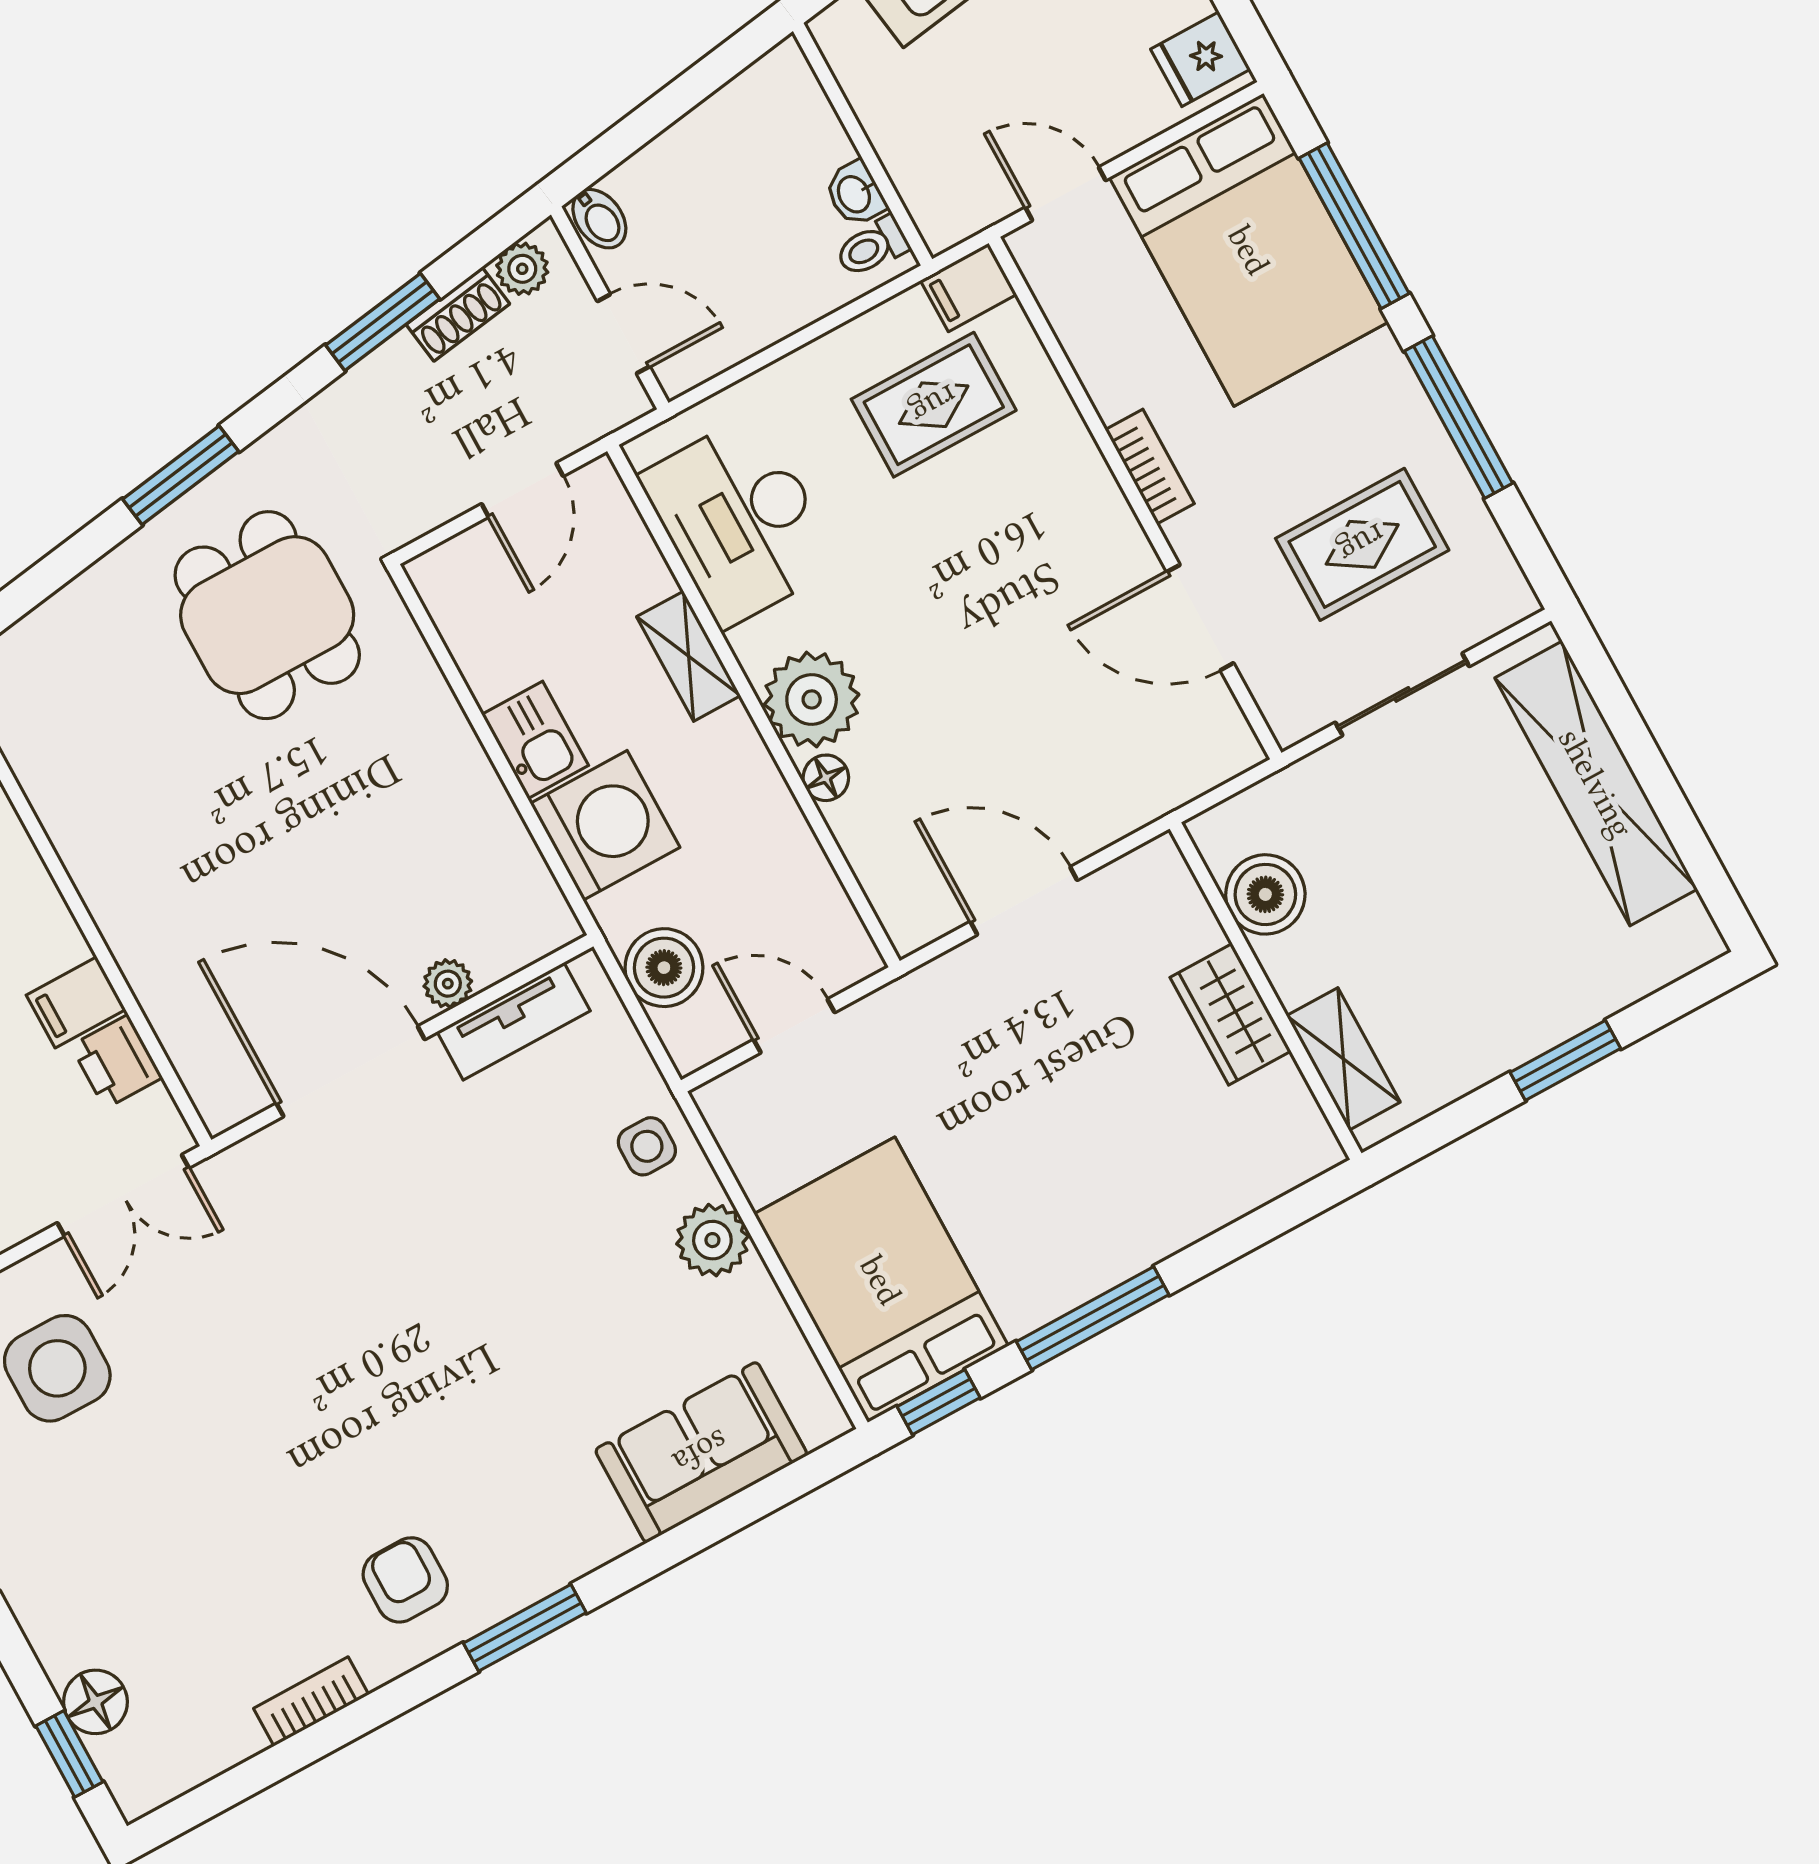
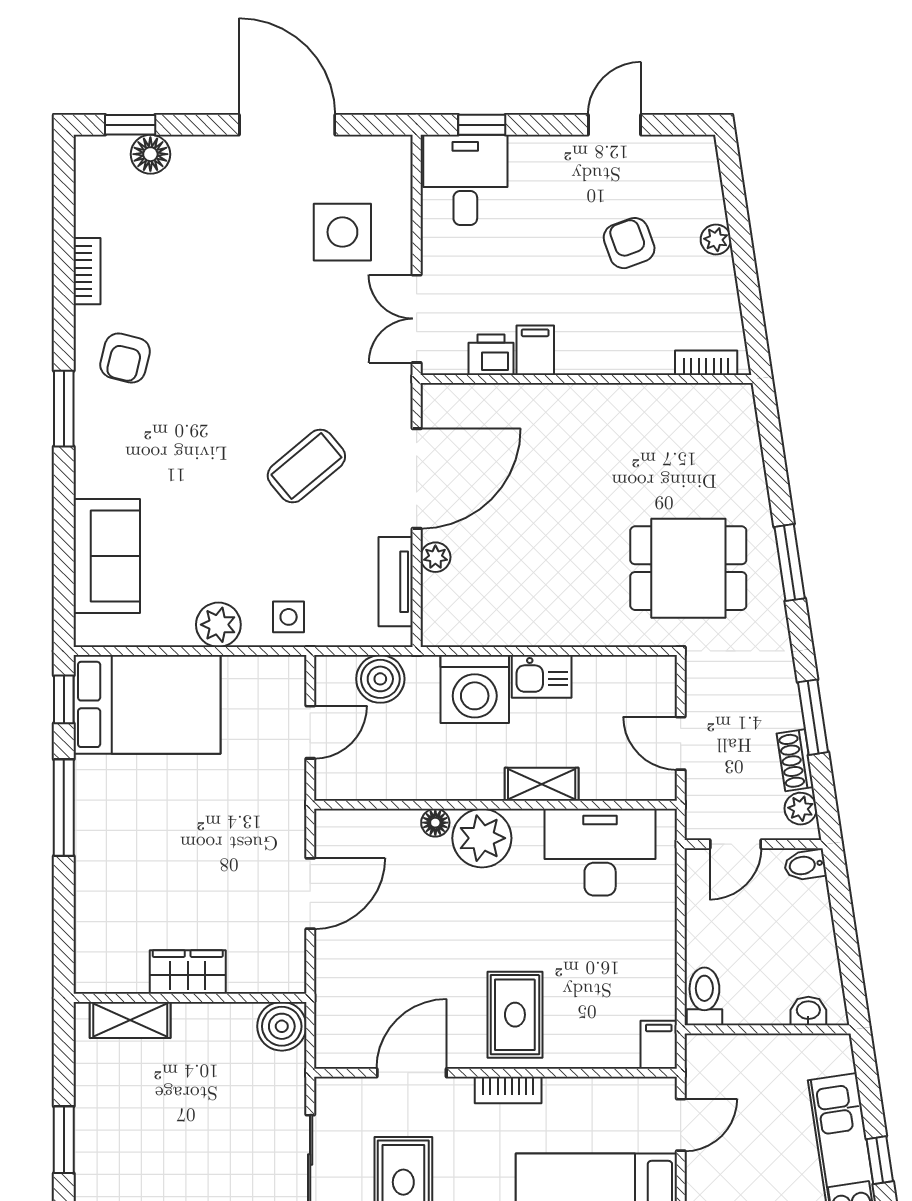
washbasin: (855, 194) -> (808, 1011), moved
toilet: (872, 247) -> (704, 996), width x1.37, depth x1.39
rug: (934, 405) -> (515, 1015), moved
boiler: (1265, 894) -> (282, 1026), moved
coffee table: (418, 1238) -> (306, 466), added
armchair: (405, 1580) -> (125, 358), turned 104

